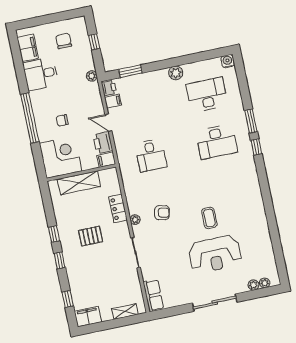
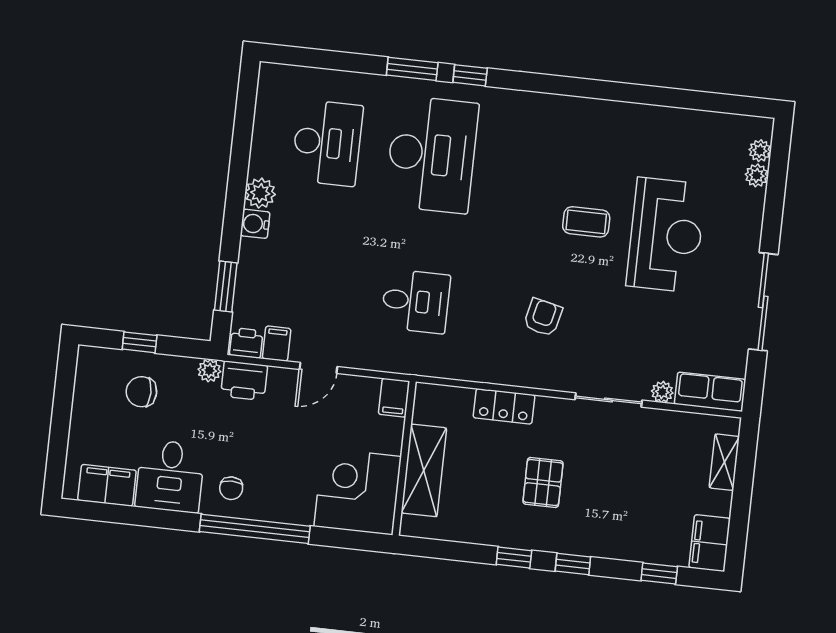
chair: (64, 41) -> (141, 392), moved
water cooler: (228, 61) -> (255, 224), moved
desk: (207, 95) -> (327, 143), turned 180
chair: (62, 120) -> (231, 488), moved
desk: (217, 142) -> (432, 154), width x1.36, depth x1.30
printer: (103, 143) -> (244, 381), moved
plant: (135, 220) -> (662, 392), moved
sliding door: (215, 303) -> (763, 302), moved

